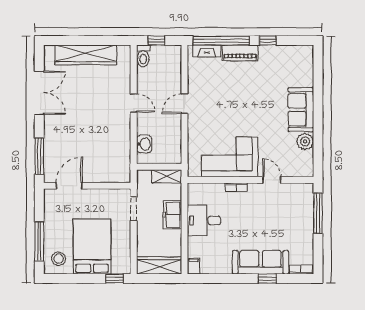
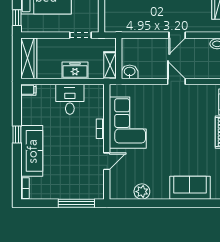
sofa: (301, 110) -> (190, 188), moved
washbasin: (144, 144) -> (130, 72), moved, turned 180
window: (267, 279) -> (17, 134), moved

